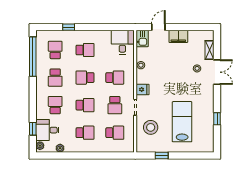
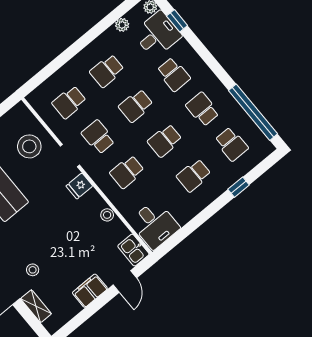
school desk: (85, 78) -> (165, 141), turned 180

